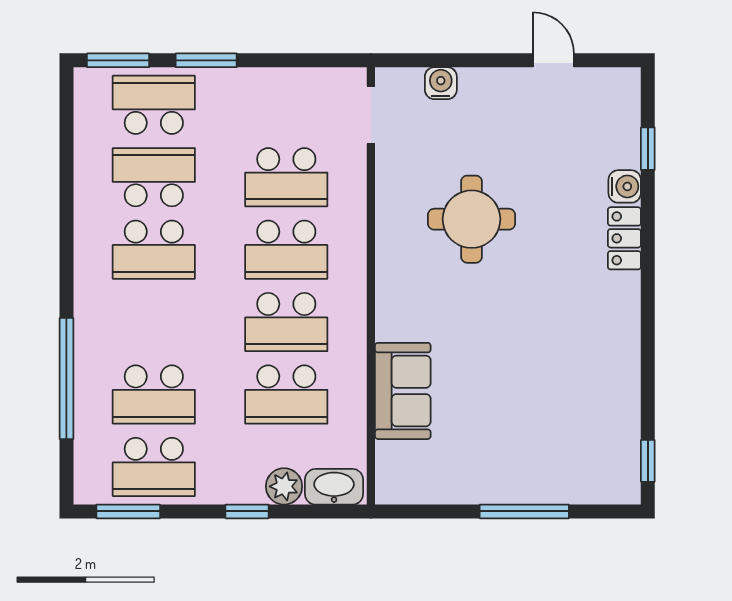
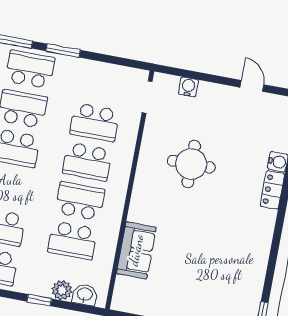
school desk: (286, 322) -> (80, 201), turned 180
washbasin: (334, 487) -> (85, 295), width x0.72

